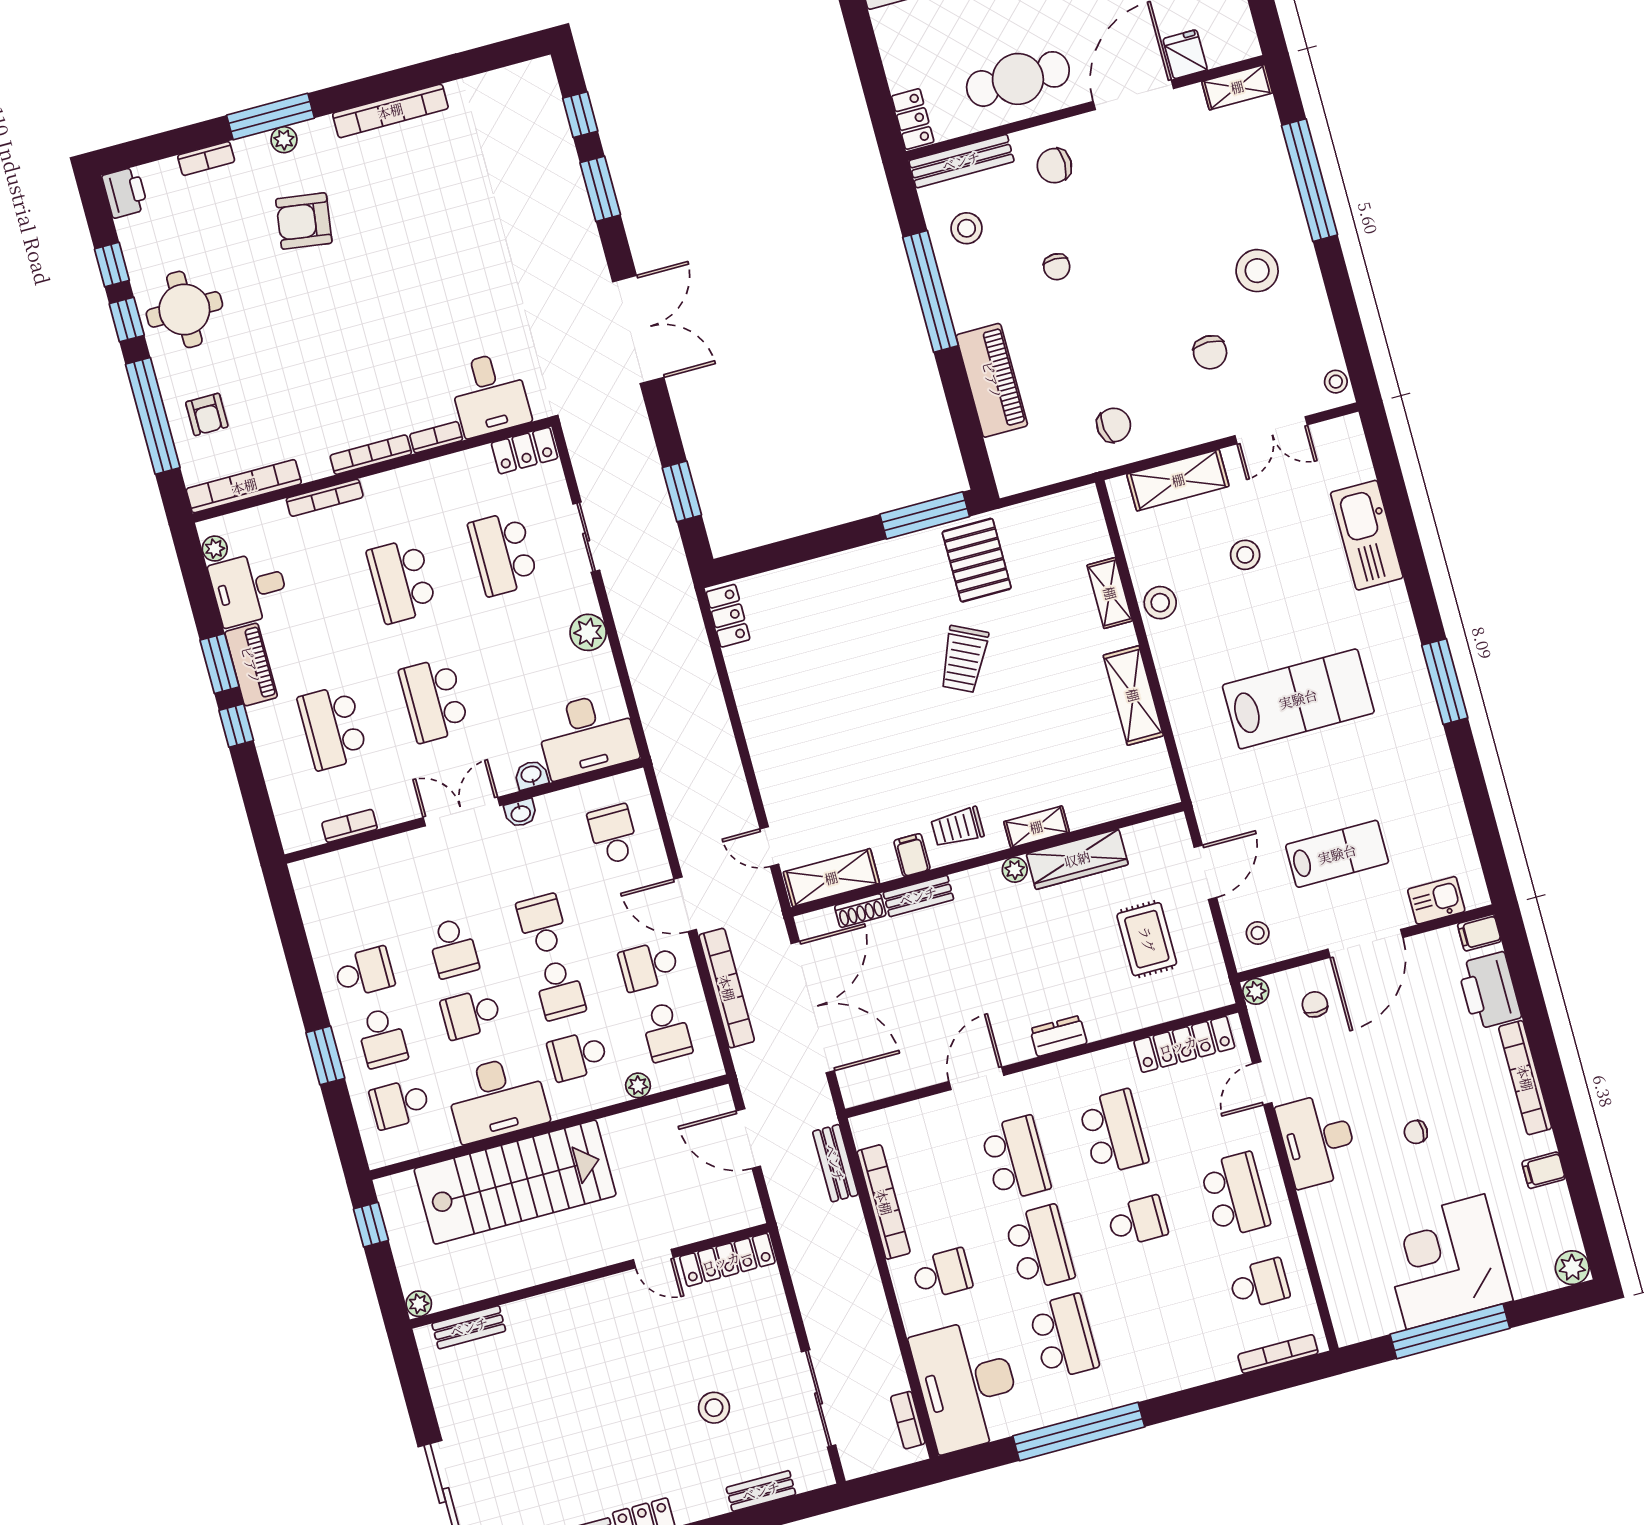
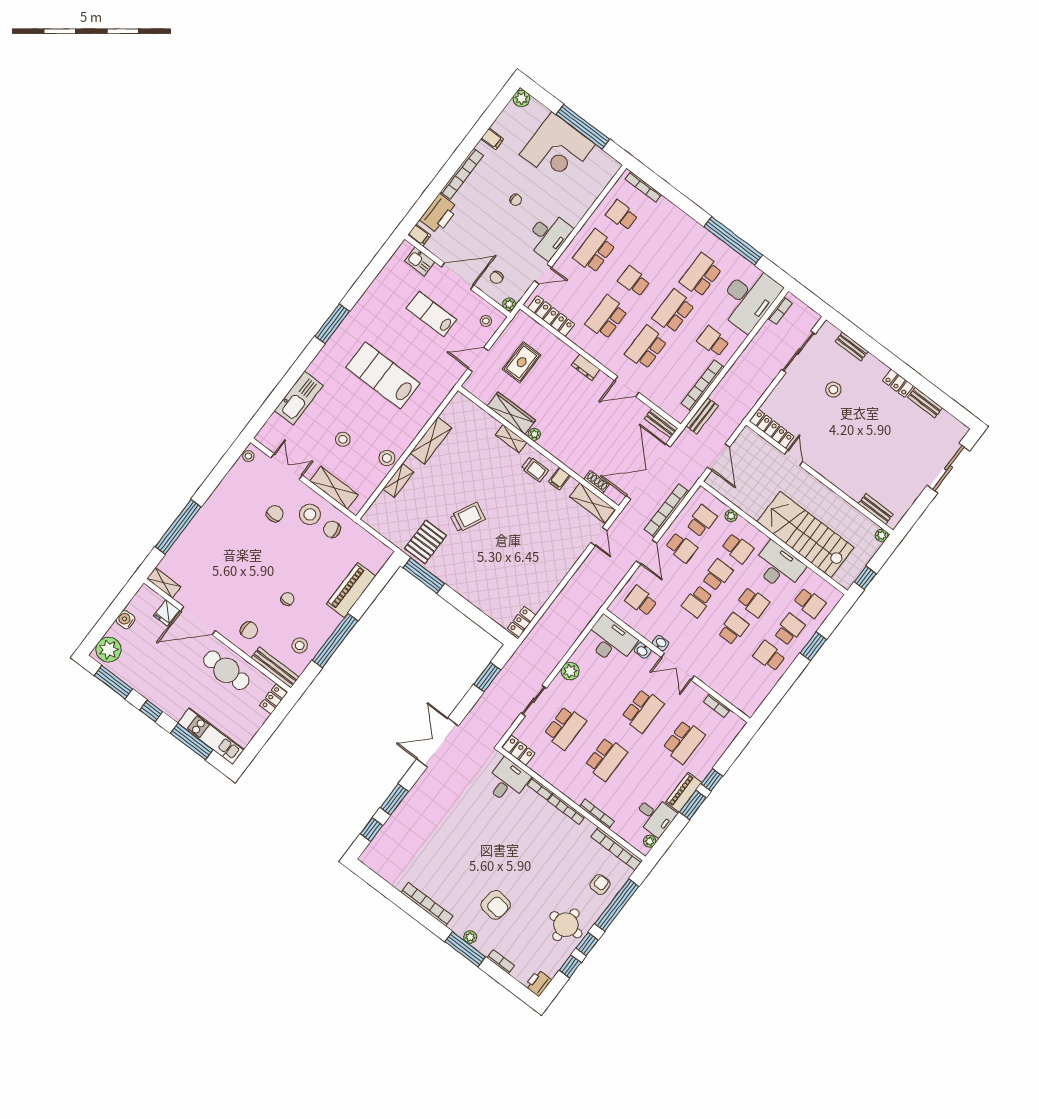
stool: (1257, 271) -> (310, 514), moved
school desk: (613, 834) -> (641, 601), turned 90
bench: (918, 896) -> (661, 423), moved

